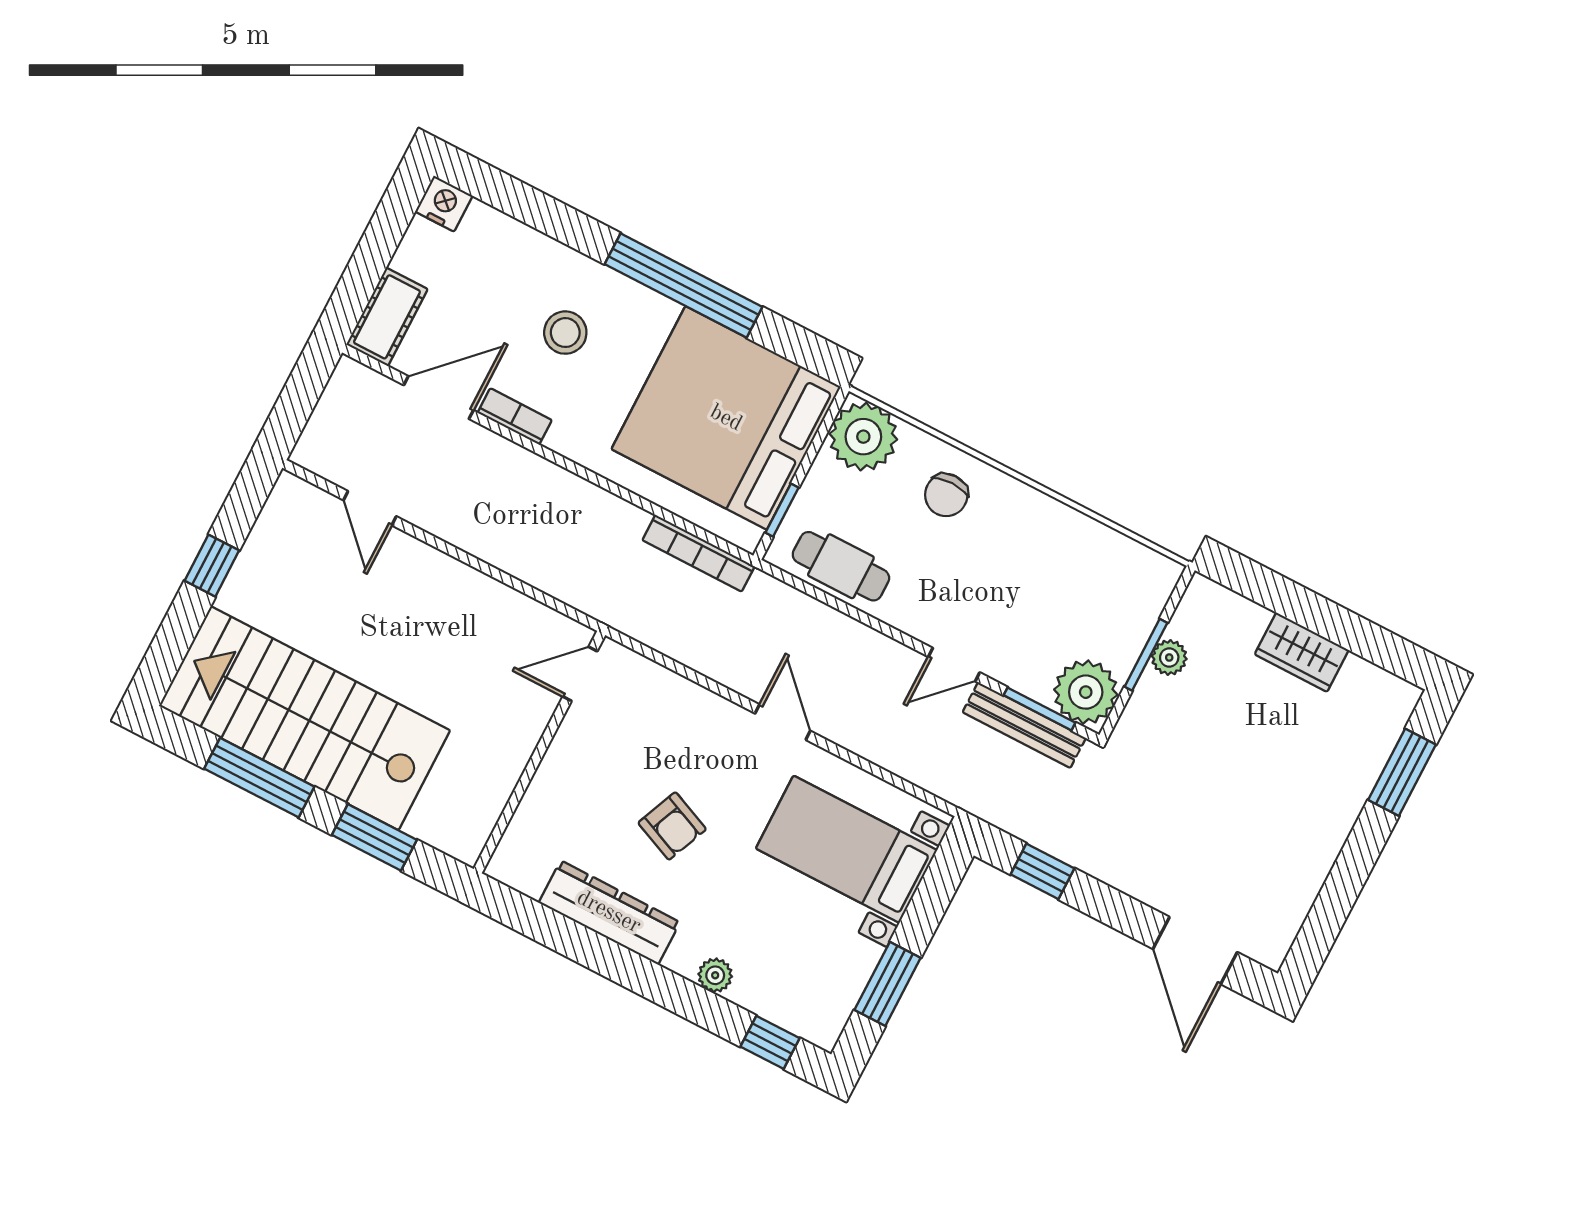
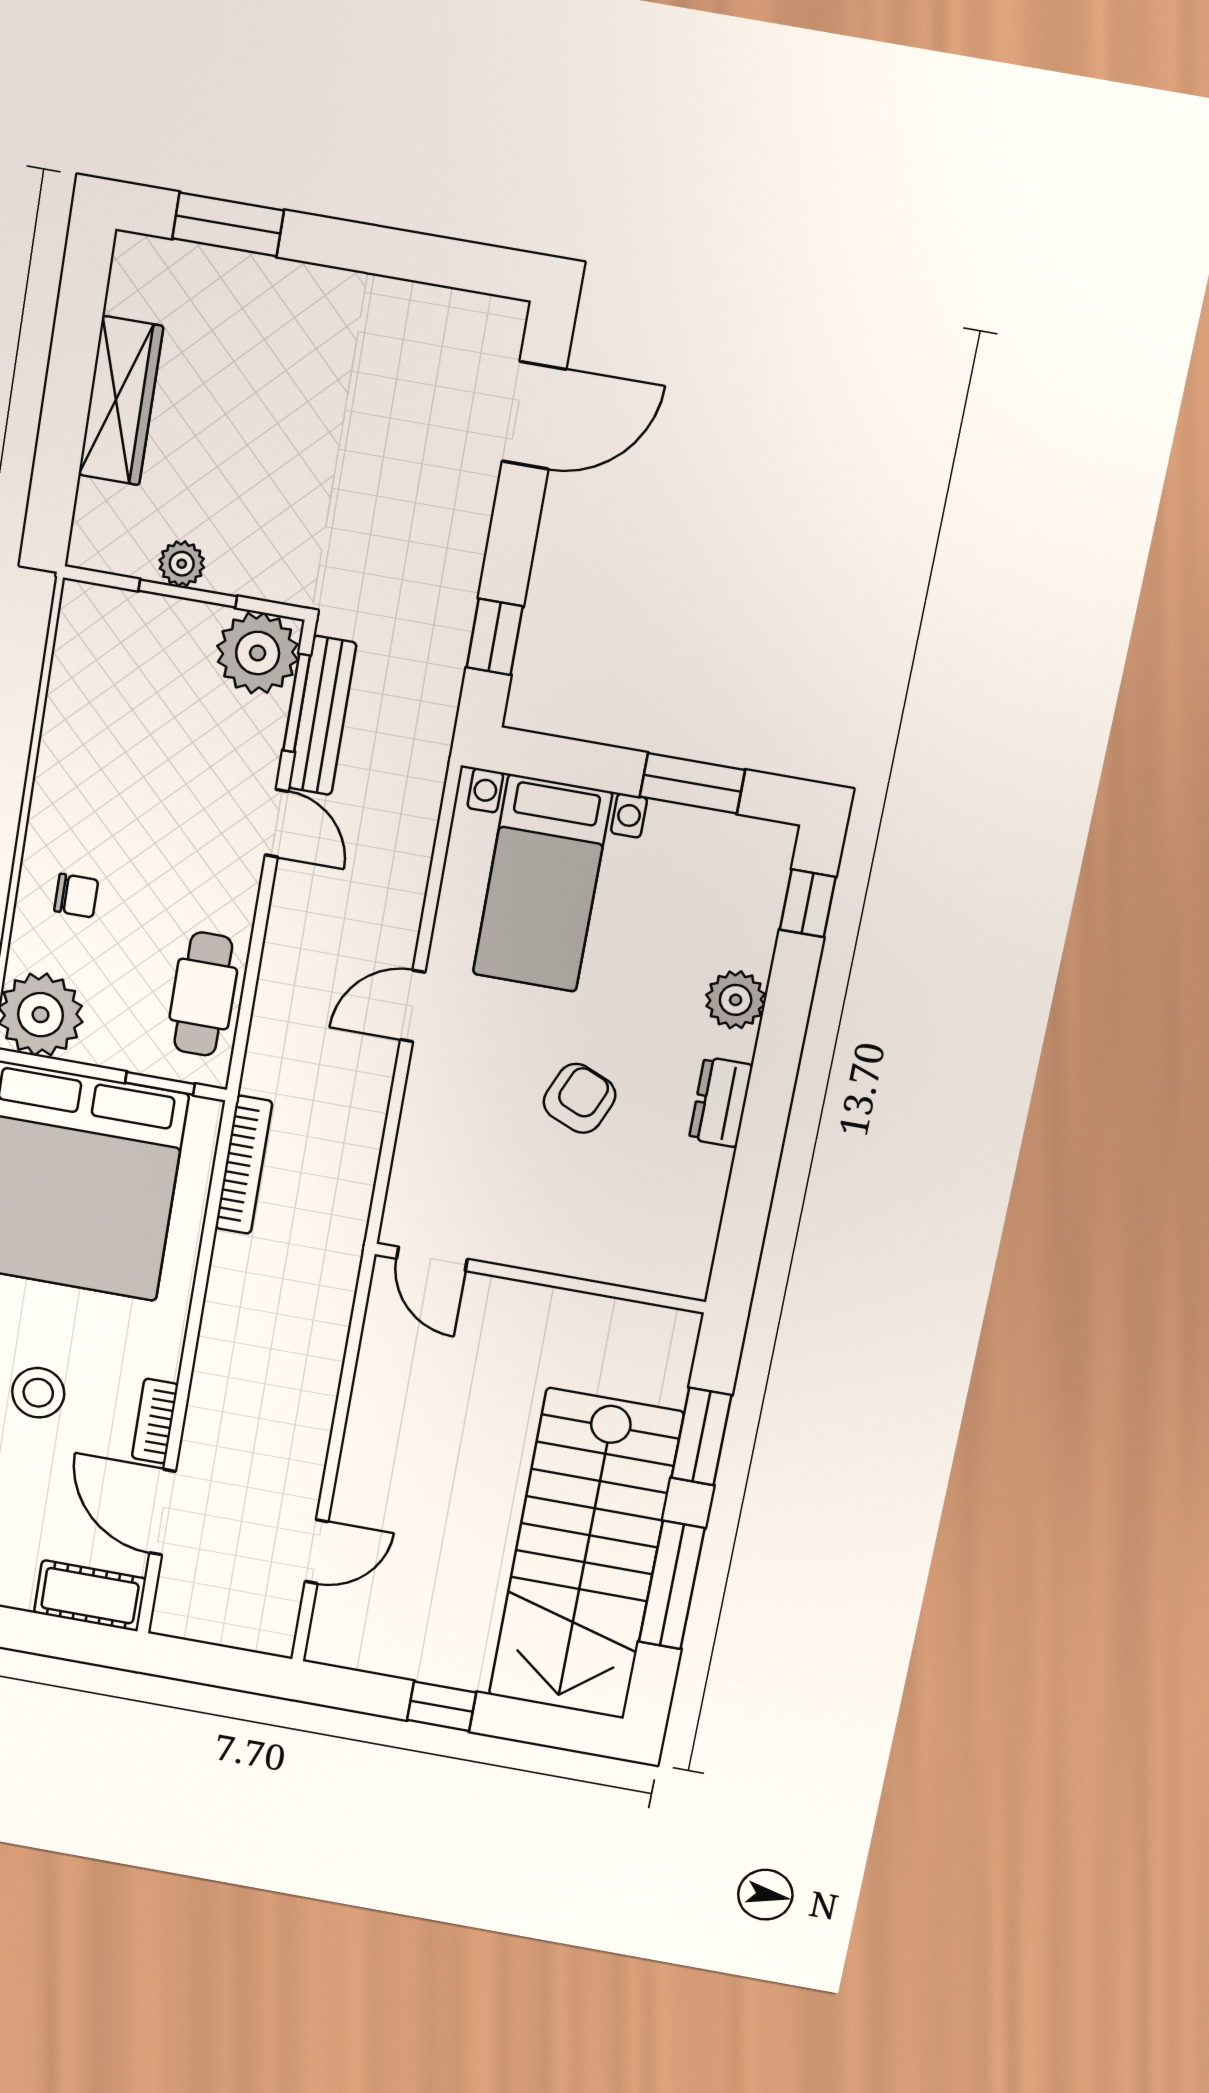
chair: (946, 495) -> (76, 896), width x0.73, depth x0.73
wardrobe: (1302, 652) -> (121, 401), width x1.50
dresser: (609, 912) -> (721, 1102), width x0.51, depth x0.80
plant: (715, 975) -> (736, 1000), width x1.38, depth x1.38

